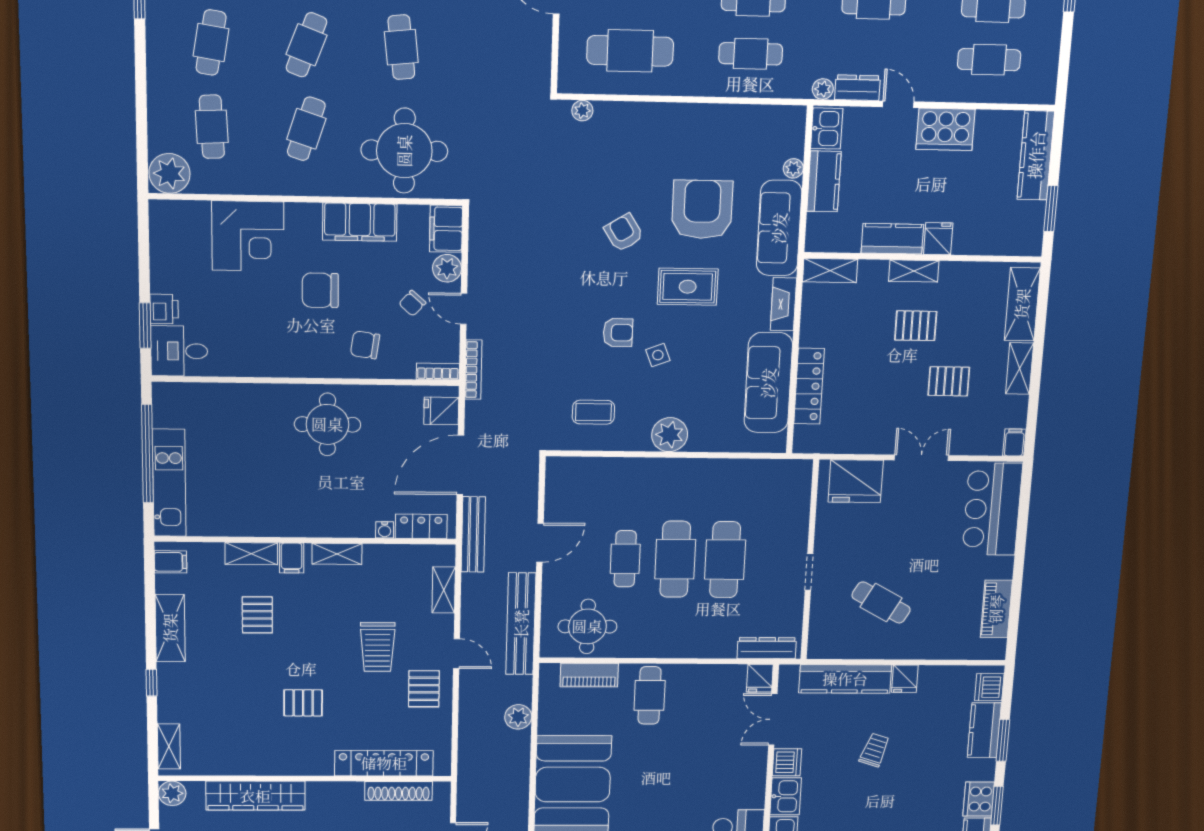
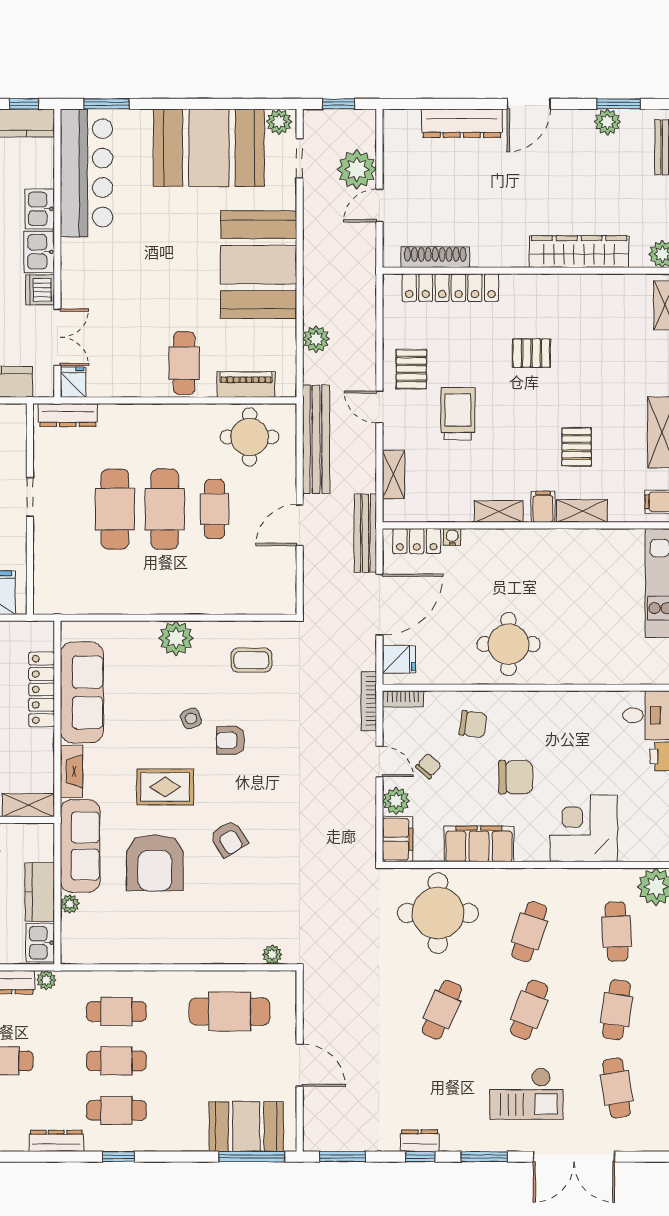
cafe table: (401, 47) -> (442, 1010), turned 30

